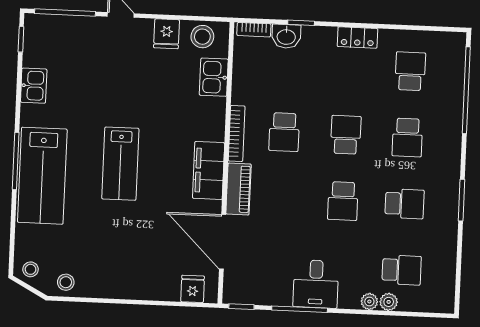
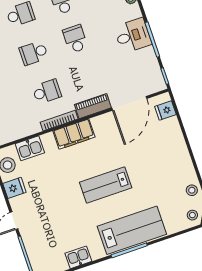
lab bench: (120, 164) -> (106, 185), turned 180
filing cabinet: (209, 170) -> (74, 134), moved
school desk: (343, 201) -> (75, 39), turned -90

